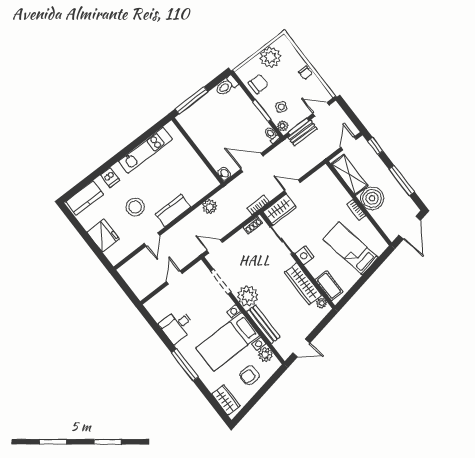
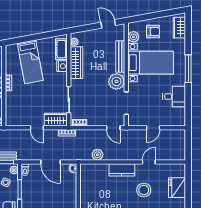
nightstand: (304, 255) -> (62, 66), moved

